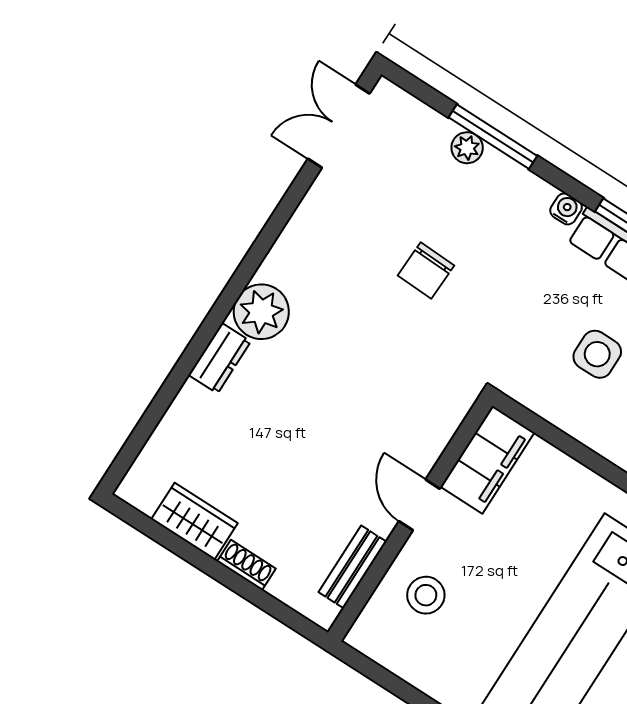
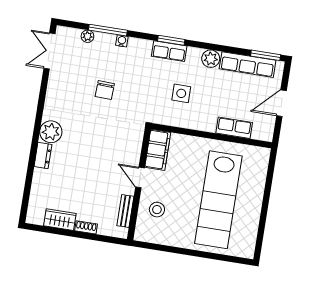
plant: (467, 148) -> (87, 36), moved
water cooler: (566, 209) -> (122, 41), moved

